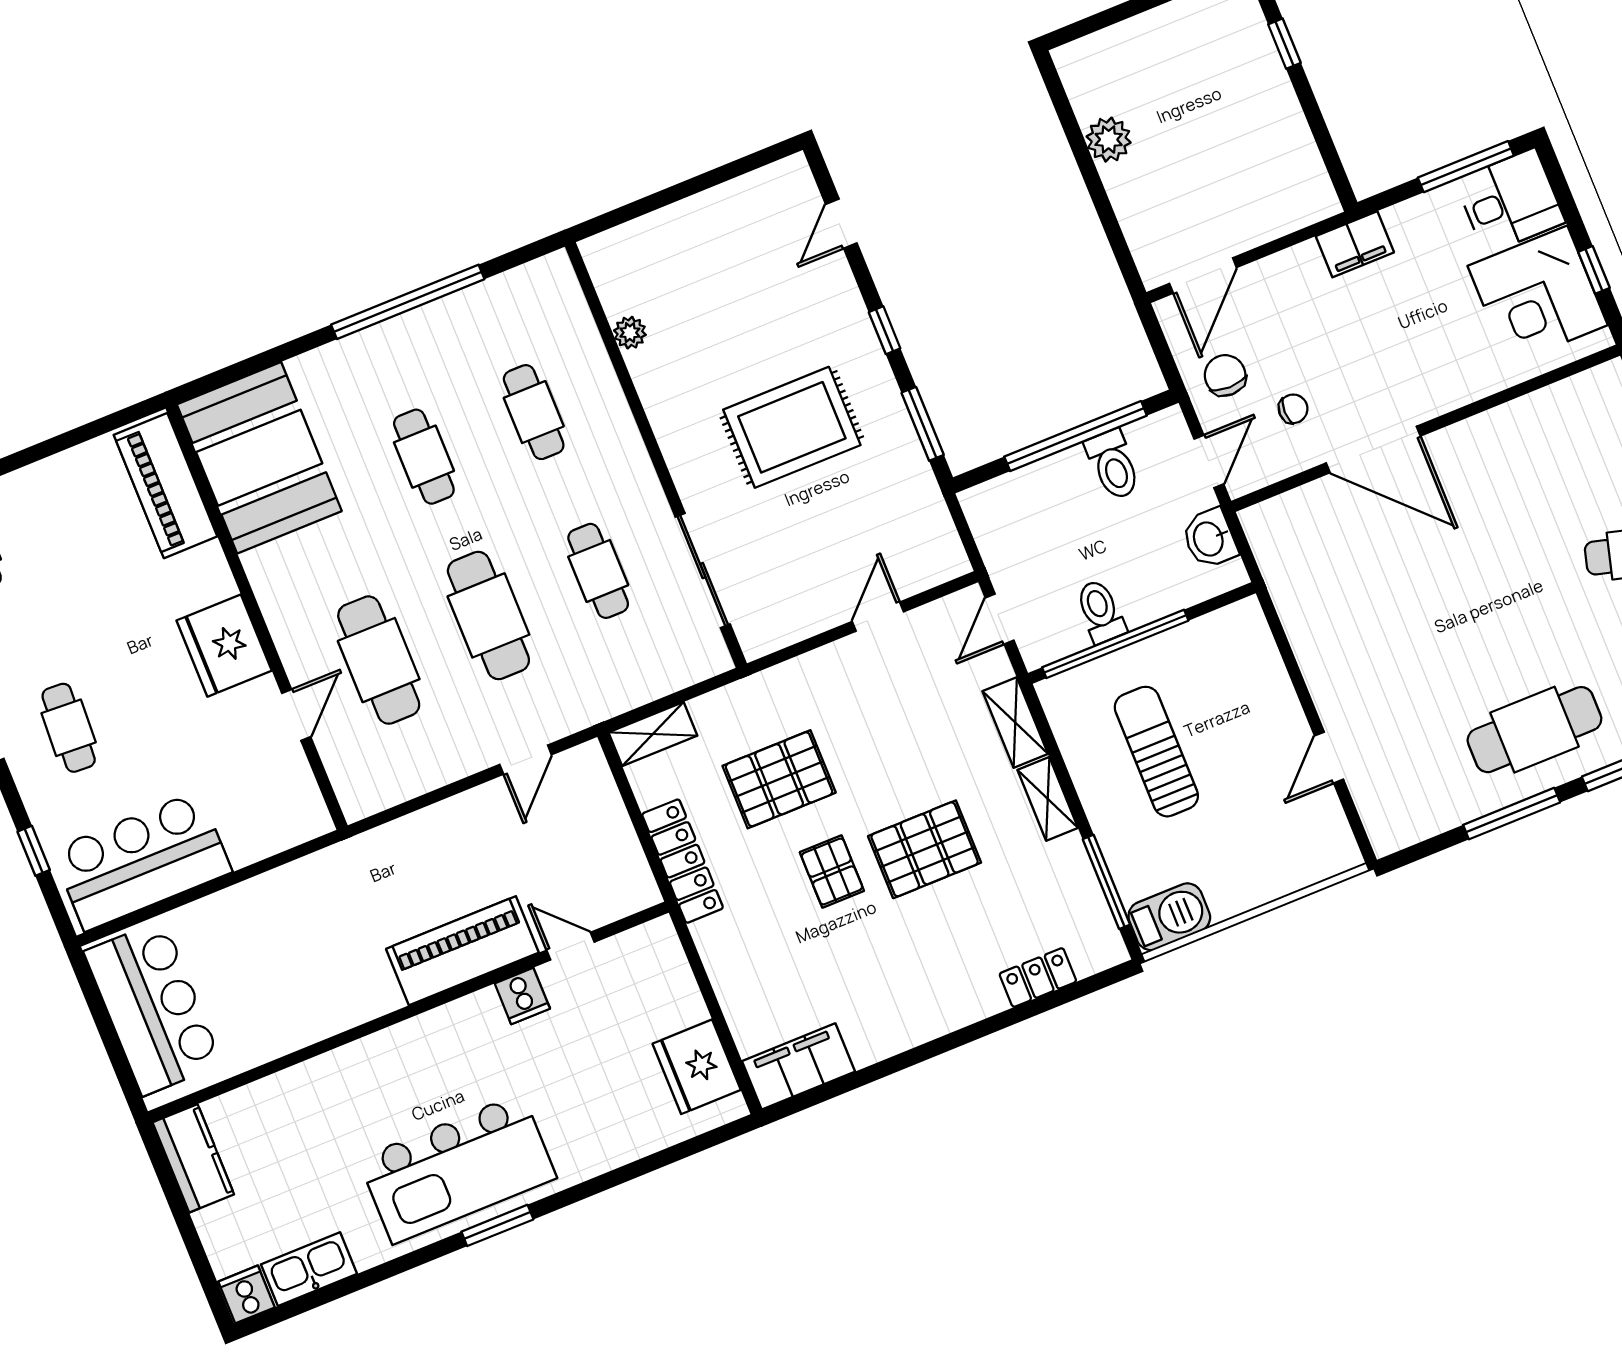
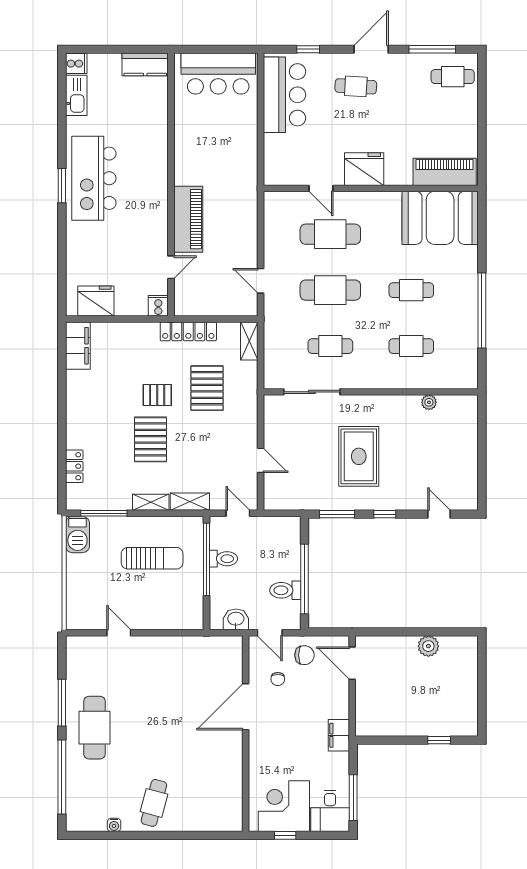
cooker: (522, 996) -> (158, 306), moved, turned 90

